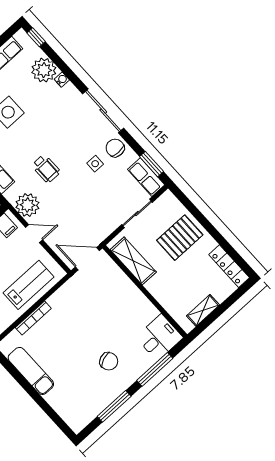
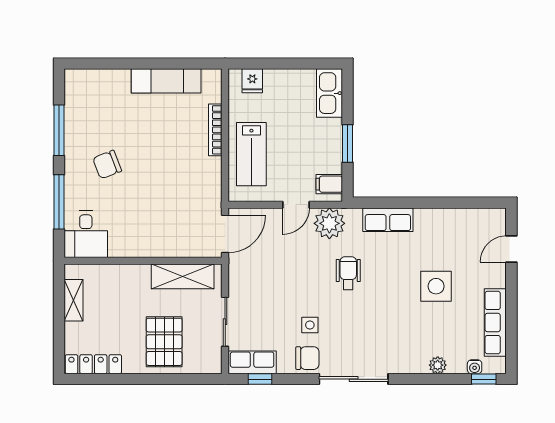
plant: (44, 70) -> (438, 365), width x0.53, depth x0.53
water cooler: (62, 80) -> (475, 367), moved
window: (151, 164) -> (260, 379), width x0.67
wheelchair: (46, 169) -> (348, 273), turned 90

